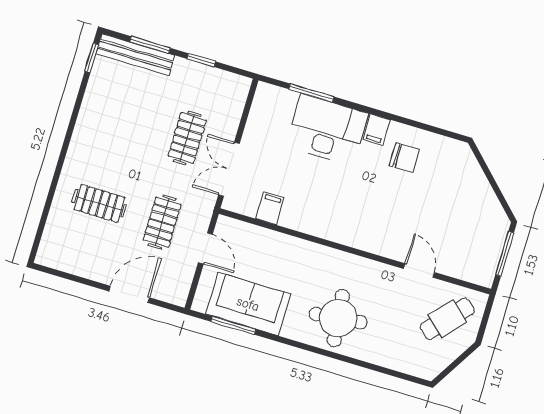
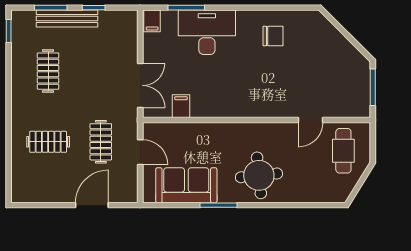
bench: (135, 55) -> (67, 18), moved
filing cabinet: (377, 130) -> (152, 21), moved
clothes rail: (187, 138) -> (48, 71), moved
double door: (229, 169) -> (140, 85), swing flipped
door: (419, 270) -> (310, 120), swing flipped
cafe table: (447, 319) -> (343, 151), turned -42
window: (233, 325) -> (218, 205), moved

